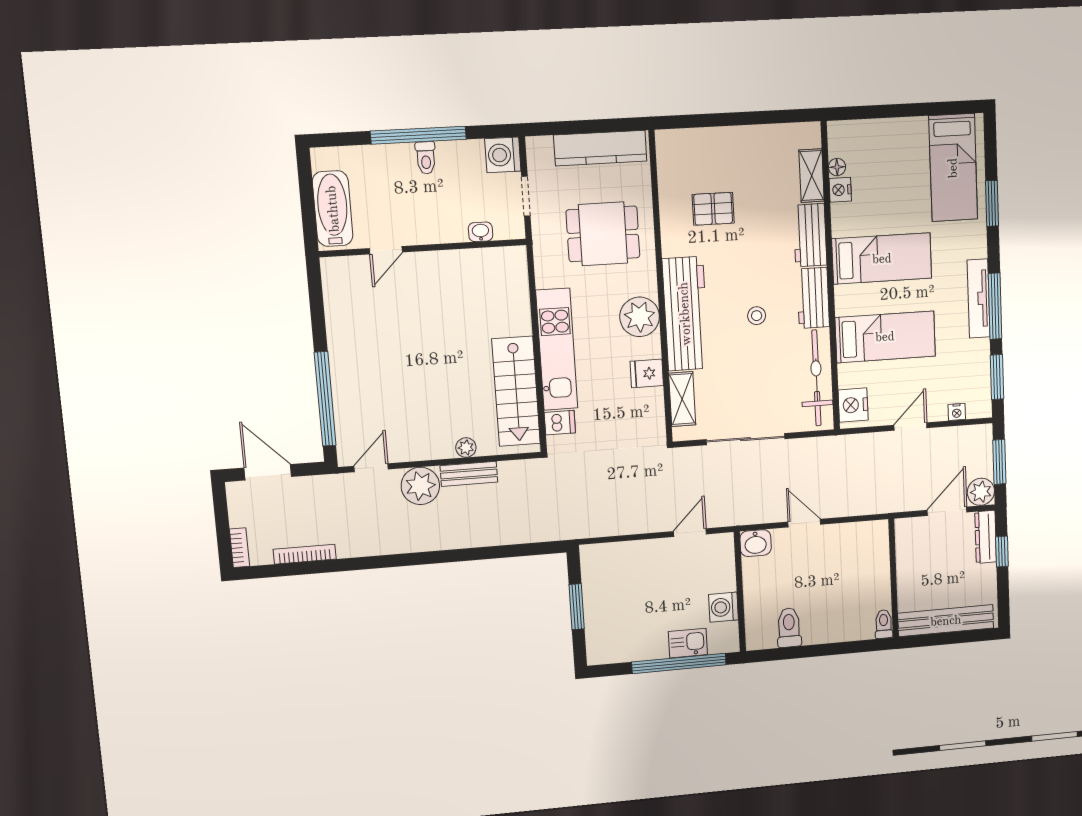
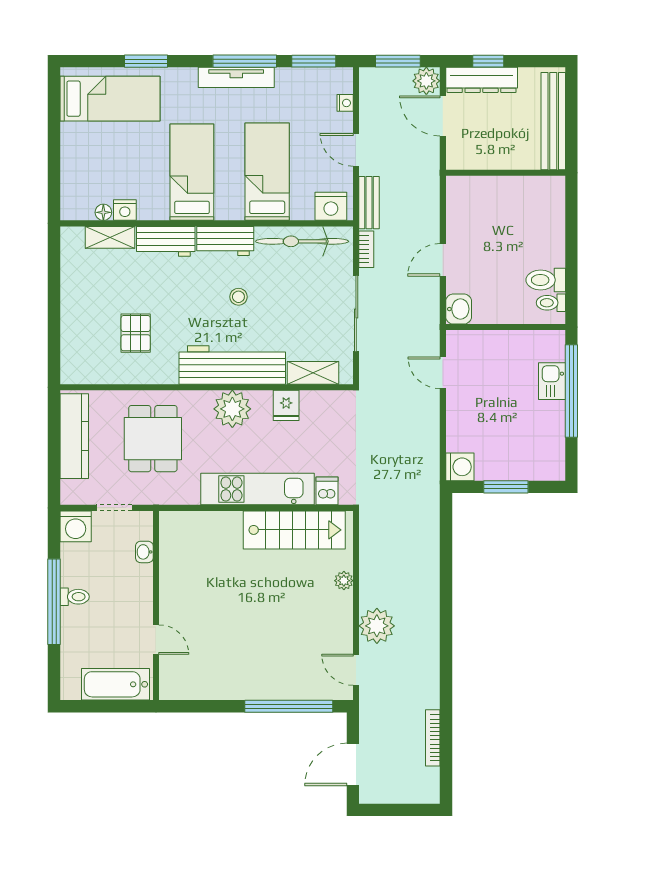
bench: (469, 474) -> (369, 203), moved
dresser: (986, 537) -> (482, 80), width x1.37, depth x1.24
bookcase: (240, 548) -> (366, 249), moved, turned 90
washing machine: (723, 607) -> (460, 467), moved, turned -90
toilet: (884, 624) -> (551, 303), moved

